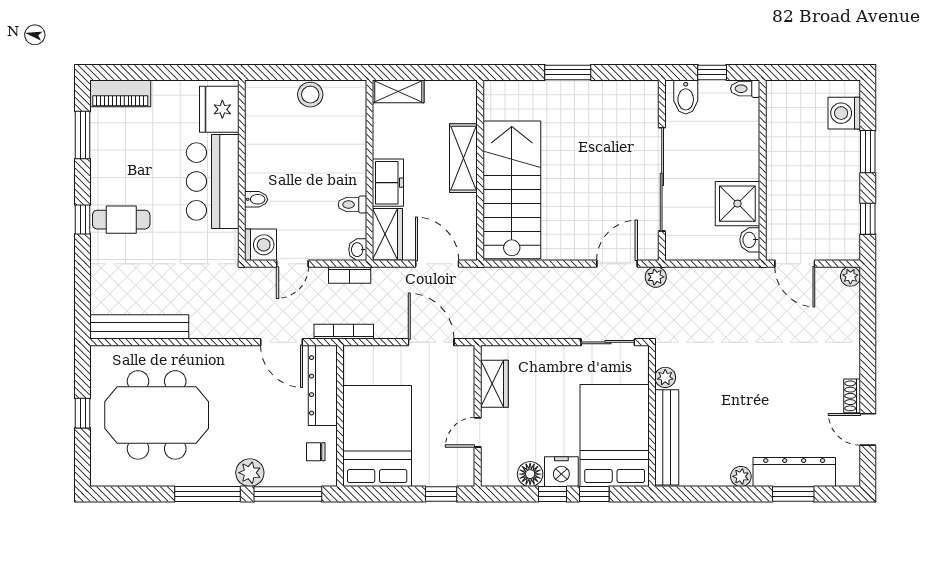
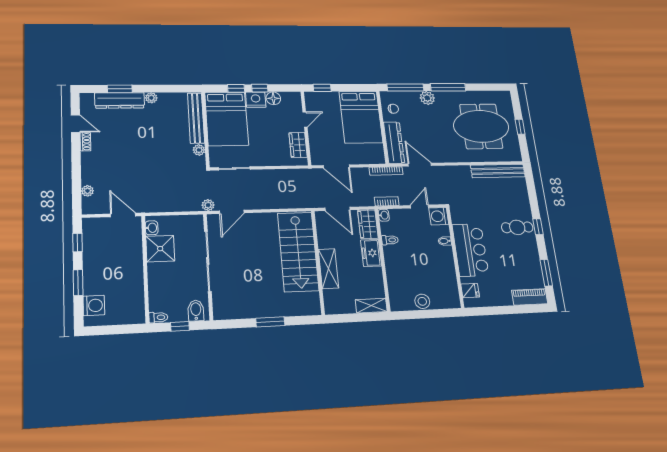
fridge: (219, 109) -> (470, 291), width x0.53, depth x0.75
plant: (850, 276) -> (87, 191), moved

